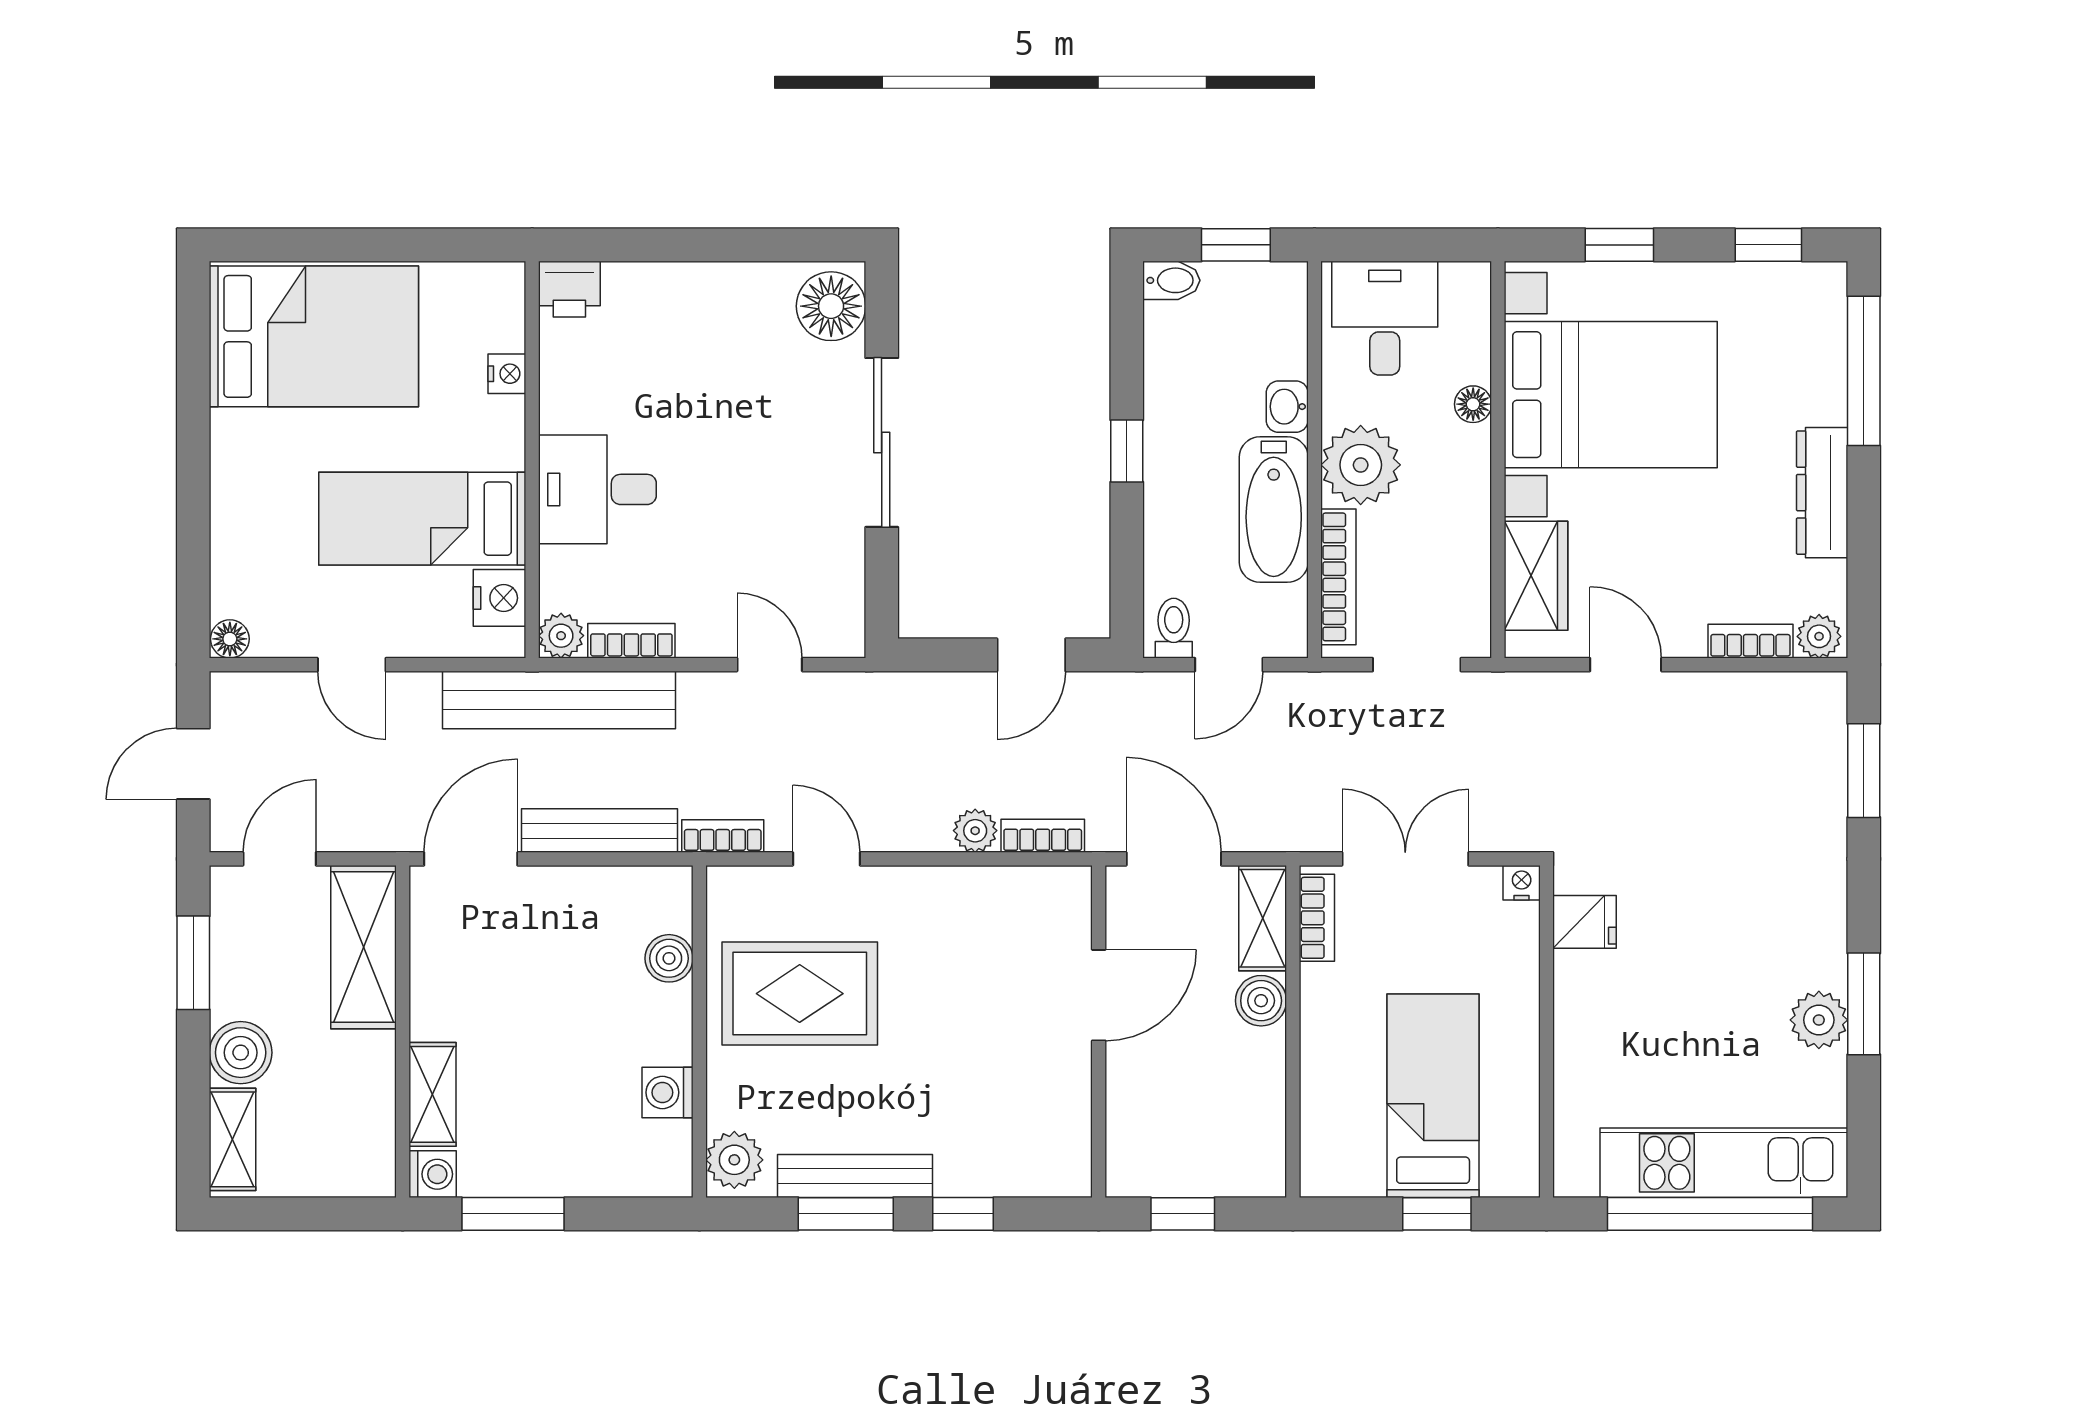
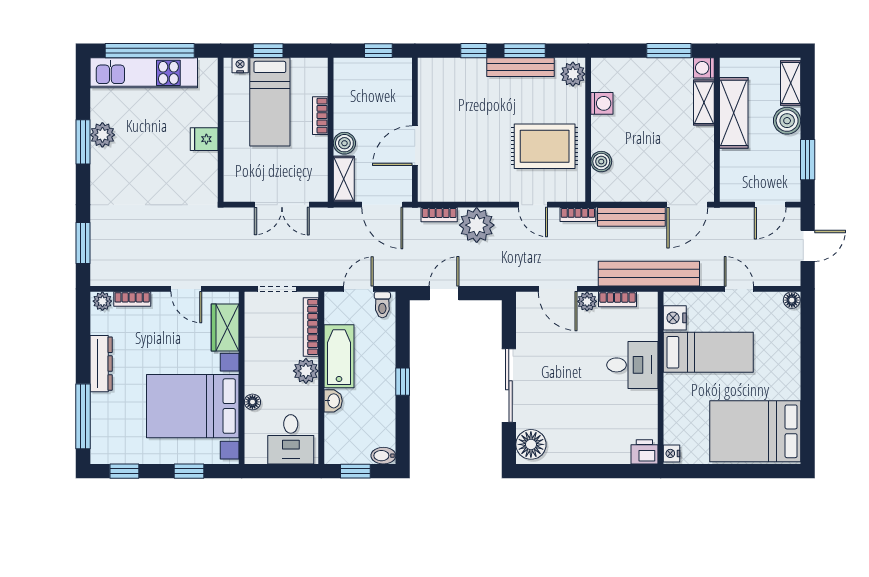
nightstand: (507, 374) -> (672, 453), moved
plant: (1361, 465) -> (306, 371), width x0.73, depth x0.73
plant: (561, 636) -> (587, 301), moved
door: (770, 665) -> (558, 289), width x1.38
plant: (975, 831) -> (477, 225), width x1.87, depth x1.87
nightstand: (1522, 883) -> (240, 65), moved, turned 180
bookcase: (1317, 918) -> (320, 116), moved
fridge: (1585, 922) -> (204, 139), moved
shelving: (363, 947) -> (734, 113), moved

